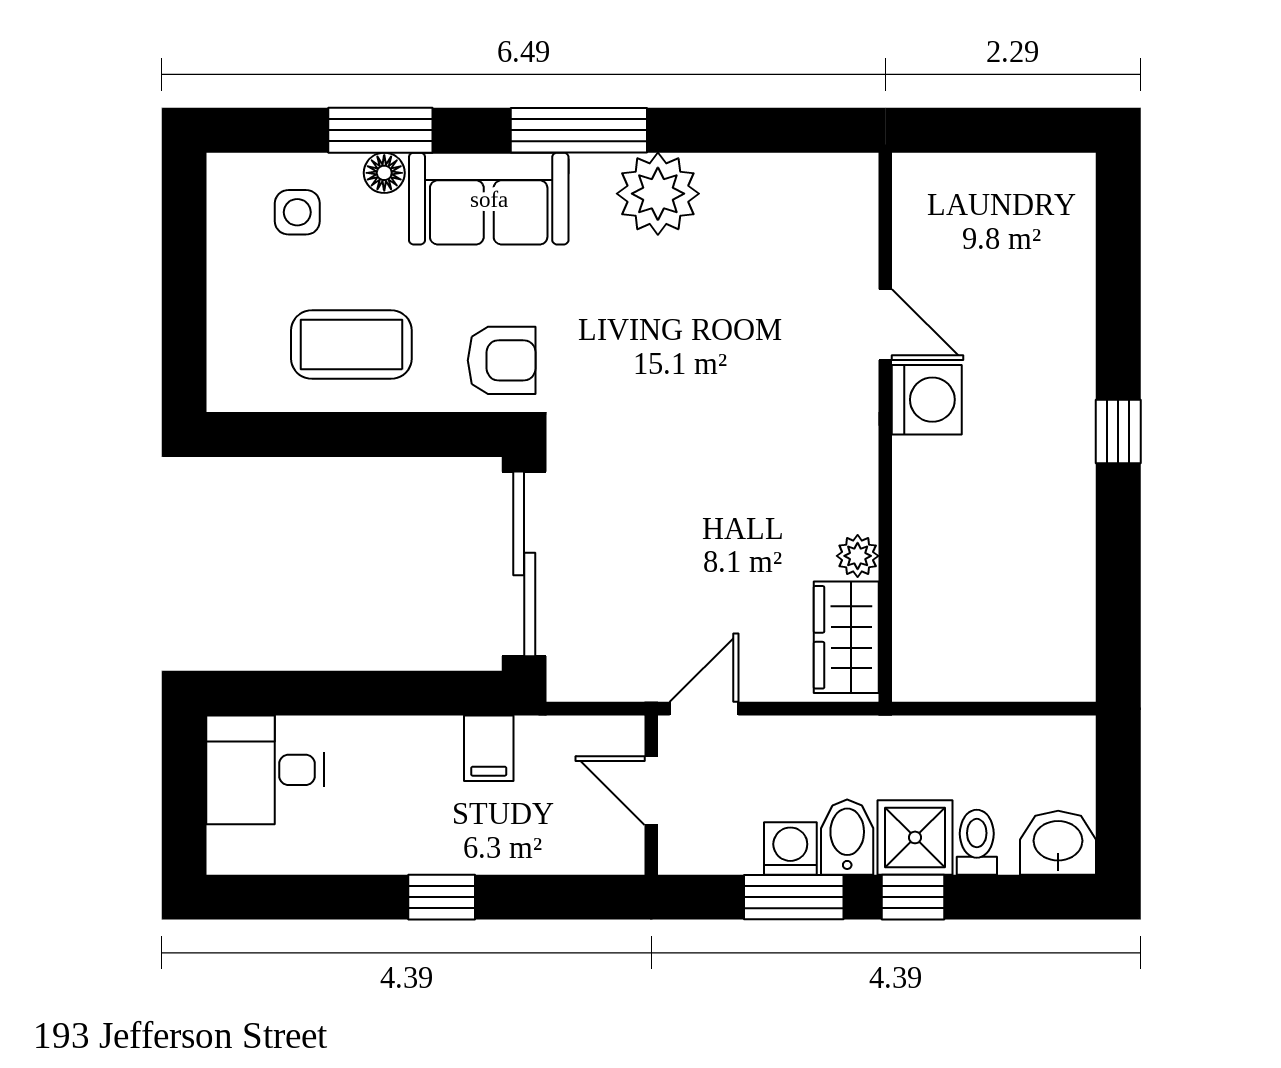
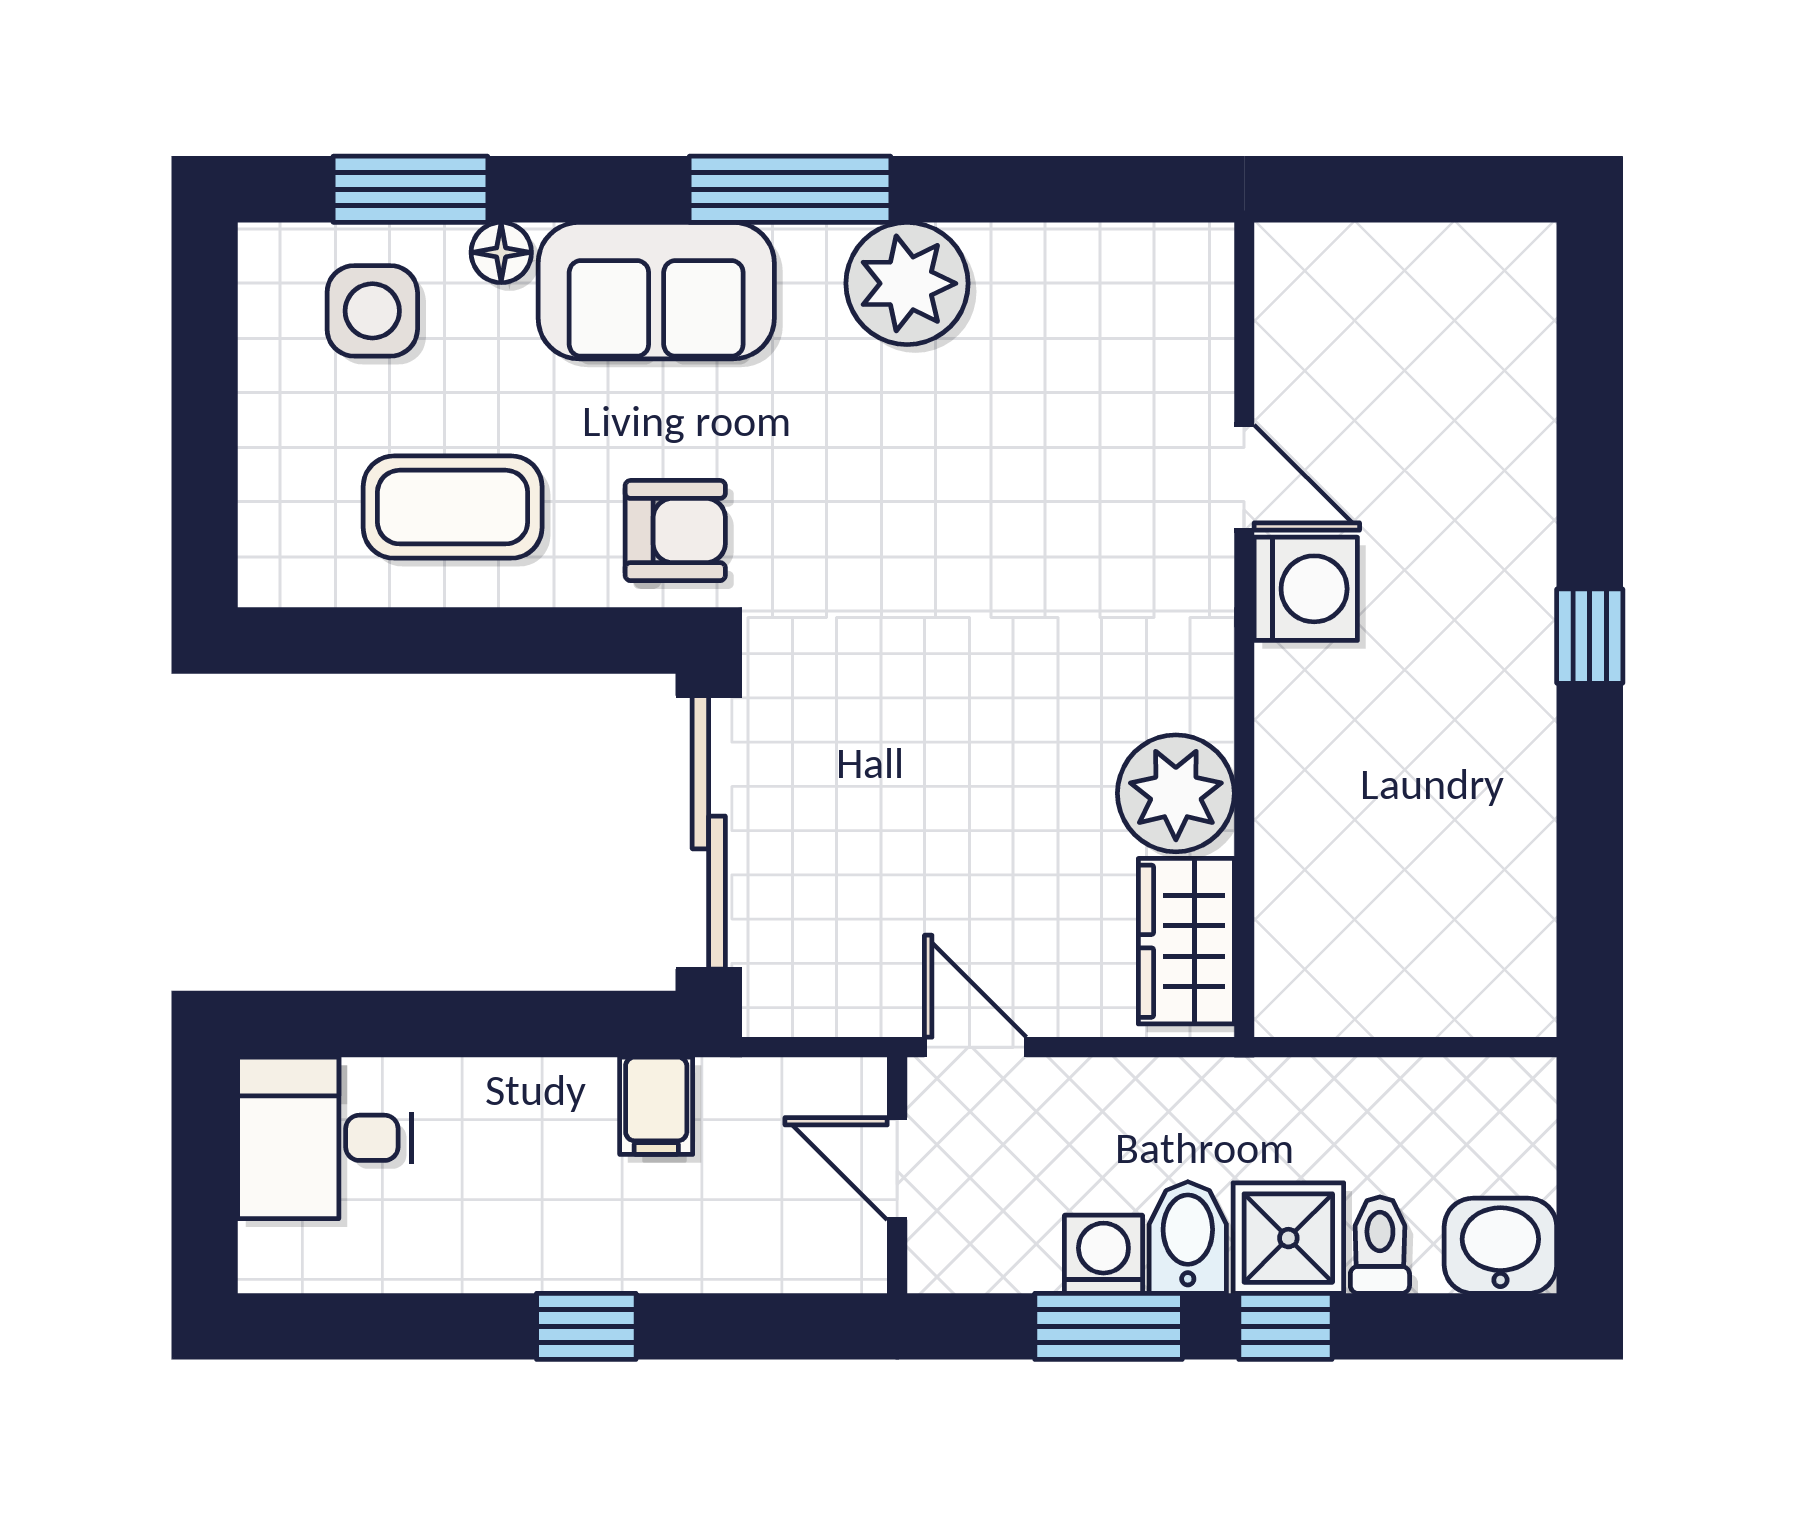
window: (380, 130) -> (410, 189), moved
side table: (297, 212) -> (372, 311), width x1.37, depth x1.37
plant: (858, 556) -> (1176, 793), width x1.88, depth x1.88
door: (704, 709) -> (975, 1047), hinge flipped

